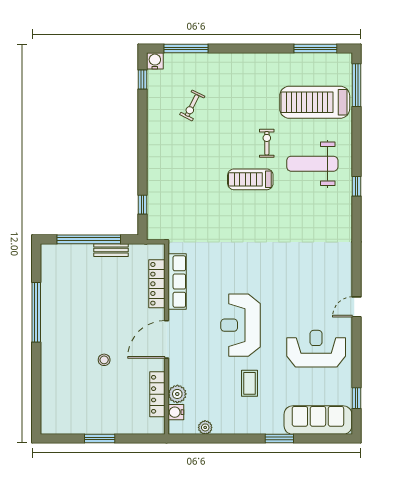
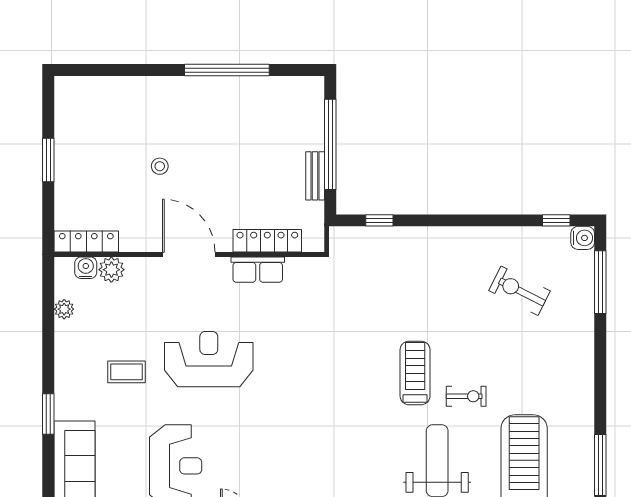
exercise bike: (192, 105) -> (520, 291), width x1.38, depth x1.39
row of seats: (177, 282) -> (258, 270), width x0.68
locker: (157, 394) -> (86, 241), moved

